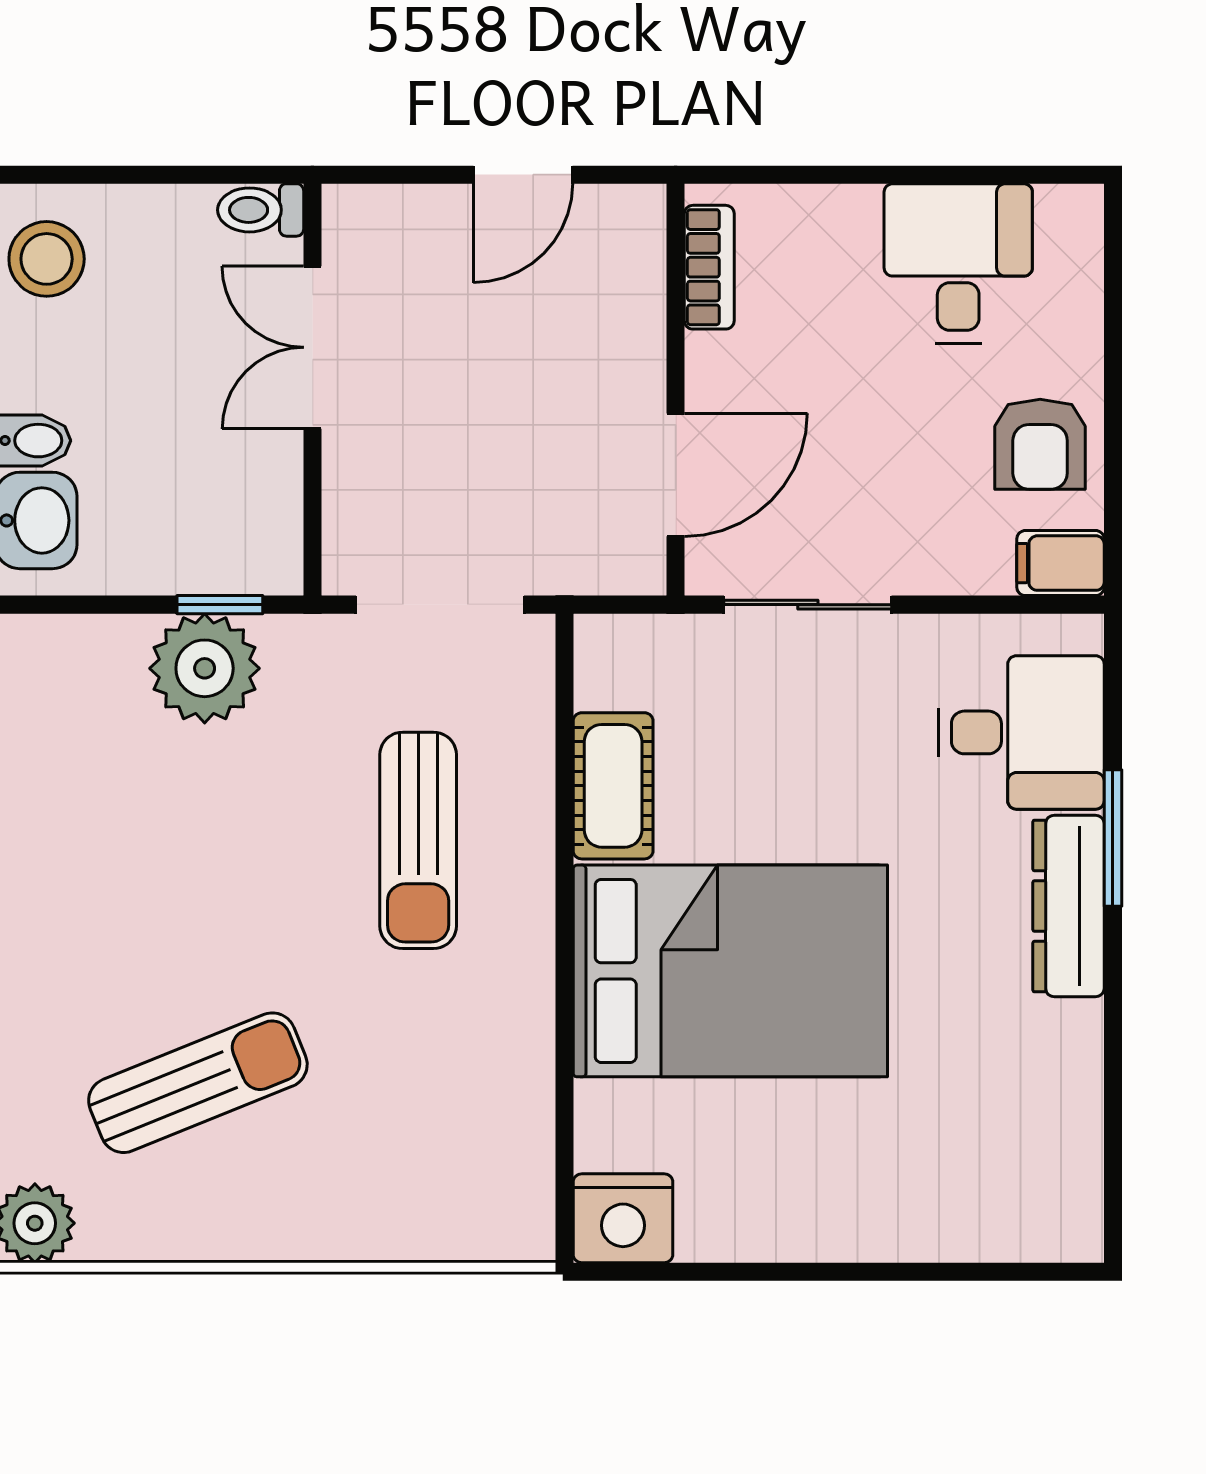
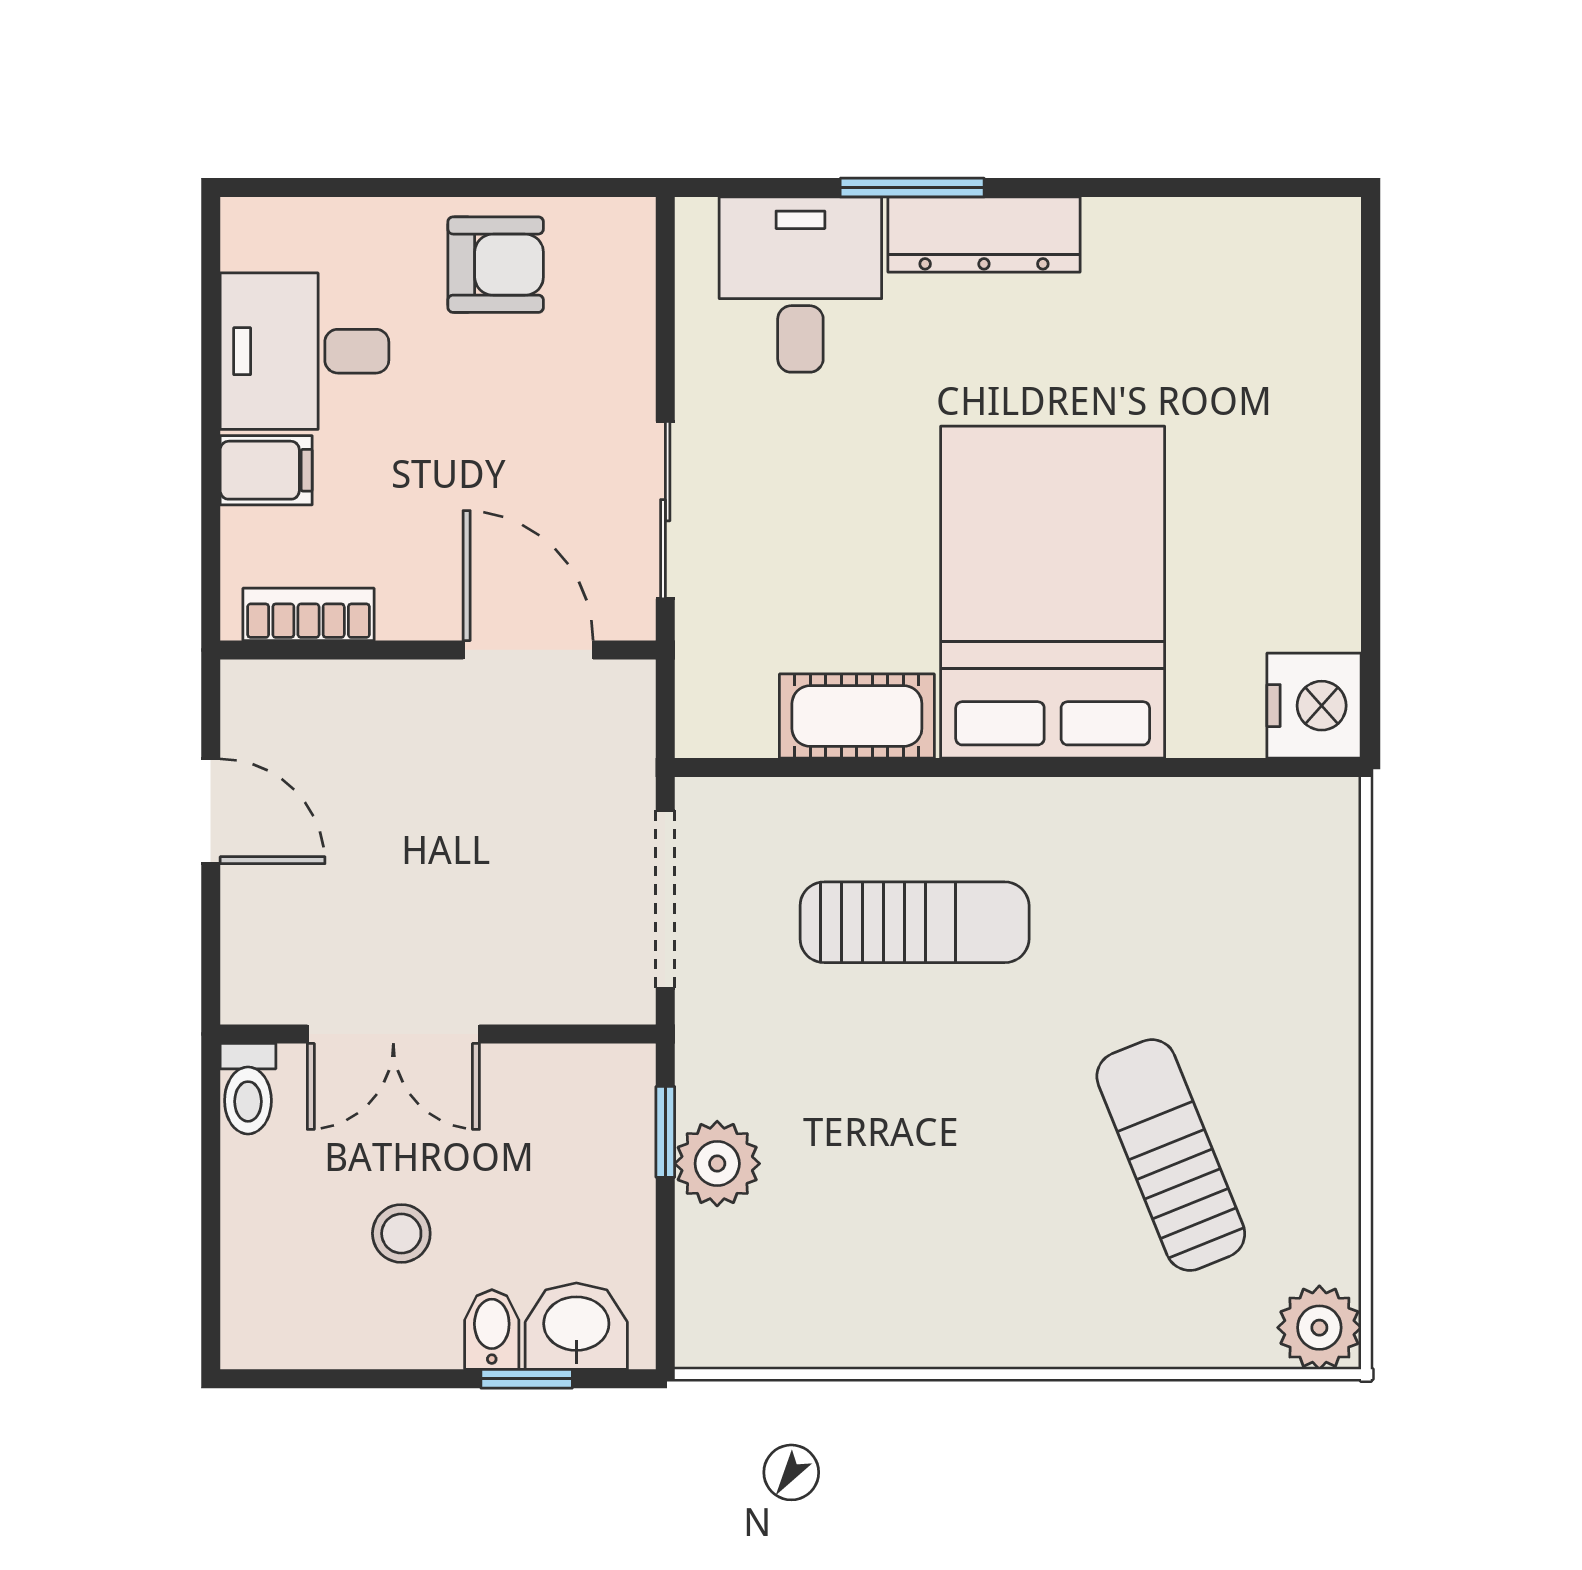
stool: (47, 259) -> (401, 1233), moved, width x0.73, depth x0.73
filing cabinet: (1060, 563) -> (266, 470), moved, turned -90
plant: (205, 668) -> (717, 1164), width x0.73, depth x0.73

